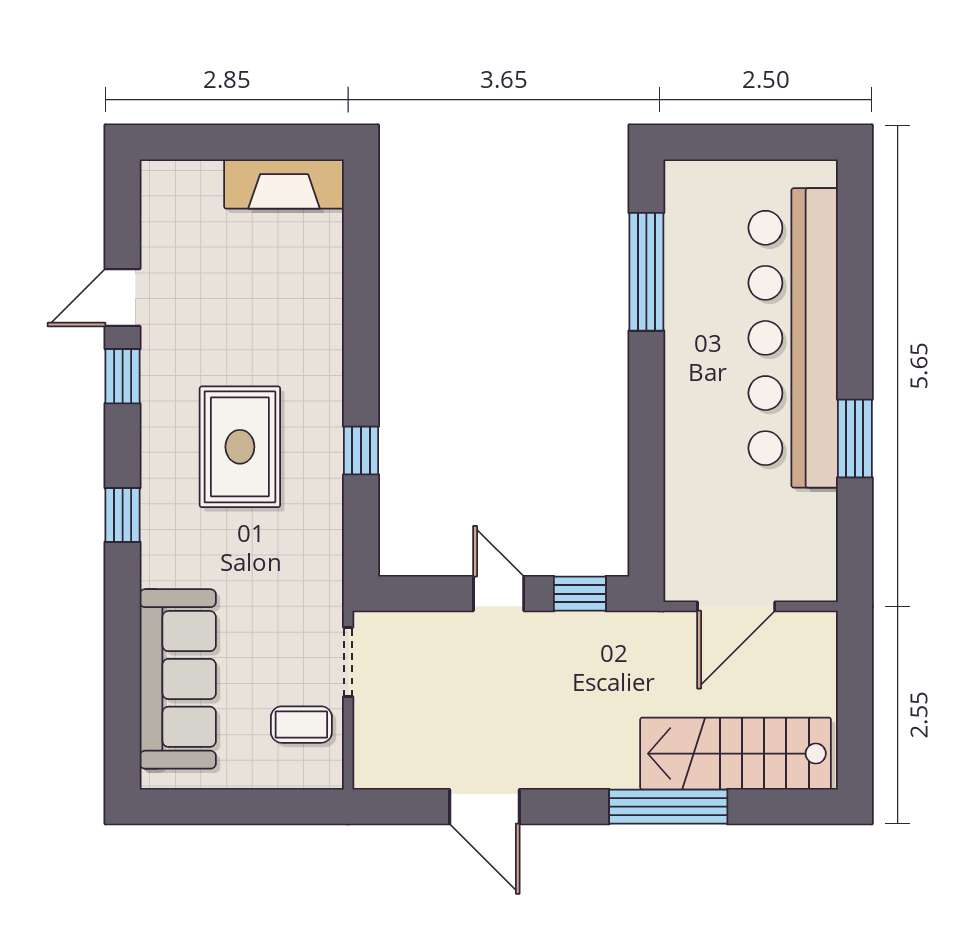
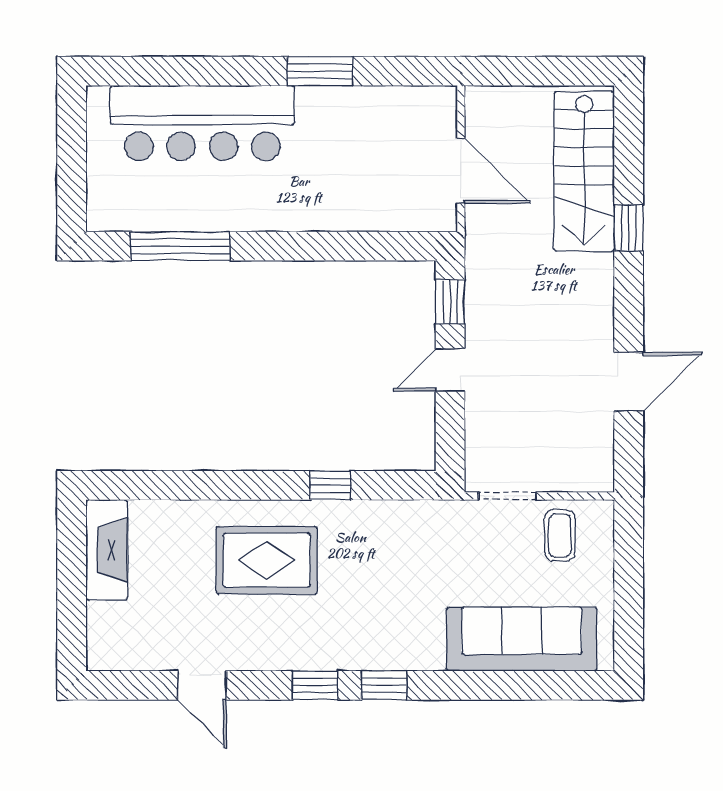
bar counter: (793, 338) -> (202, 123), width x0.73
window: (123, 376) -> (315, 685), moved
rug: (240, 447) -> (267, 560), moved
window: (668, 807) -> (629, 228), width x0.46

